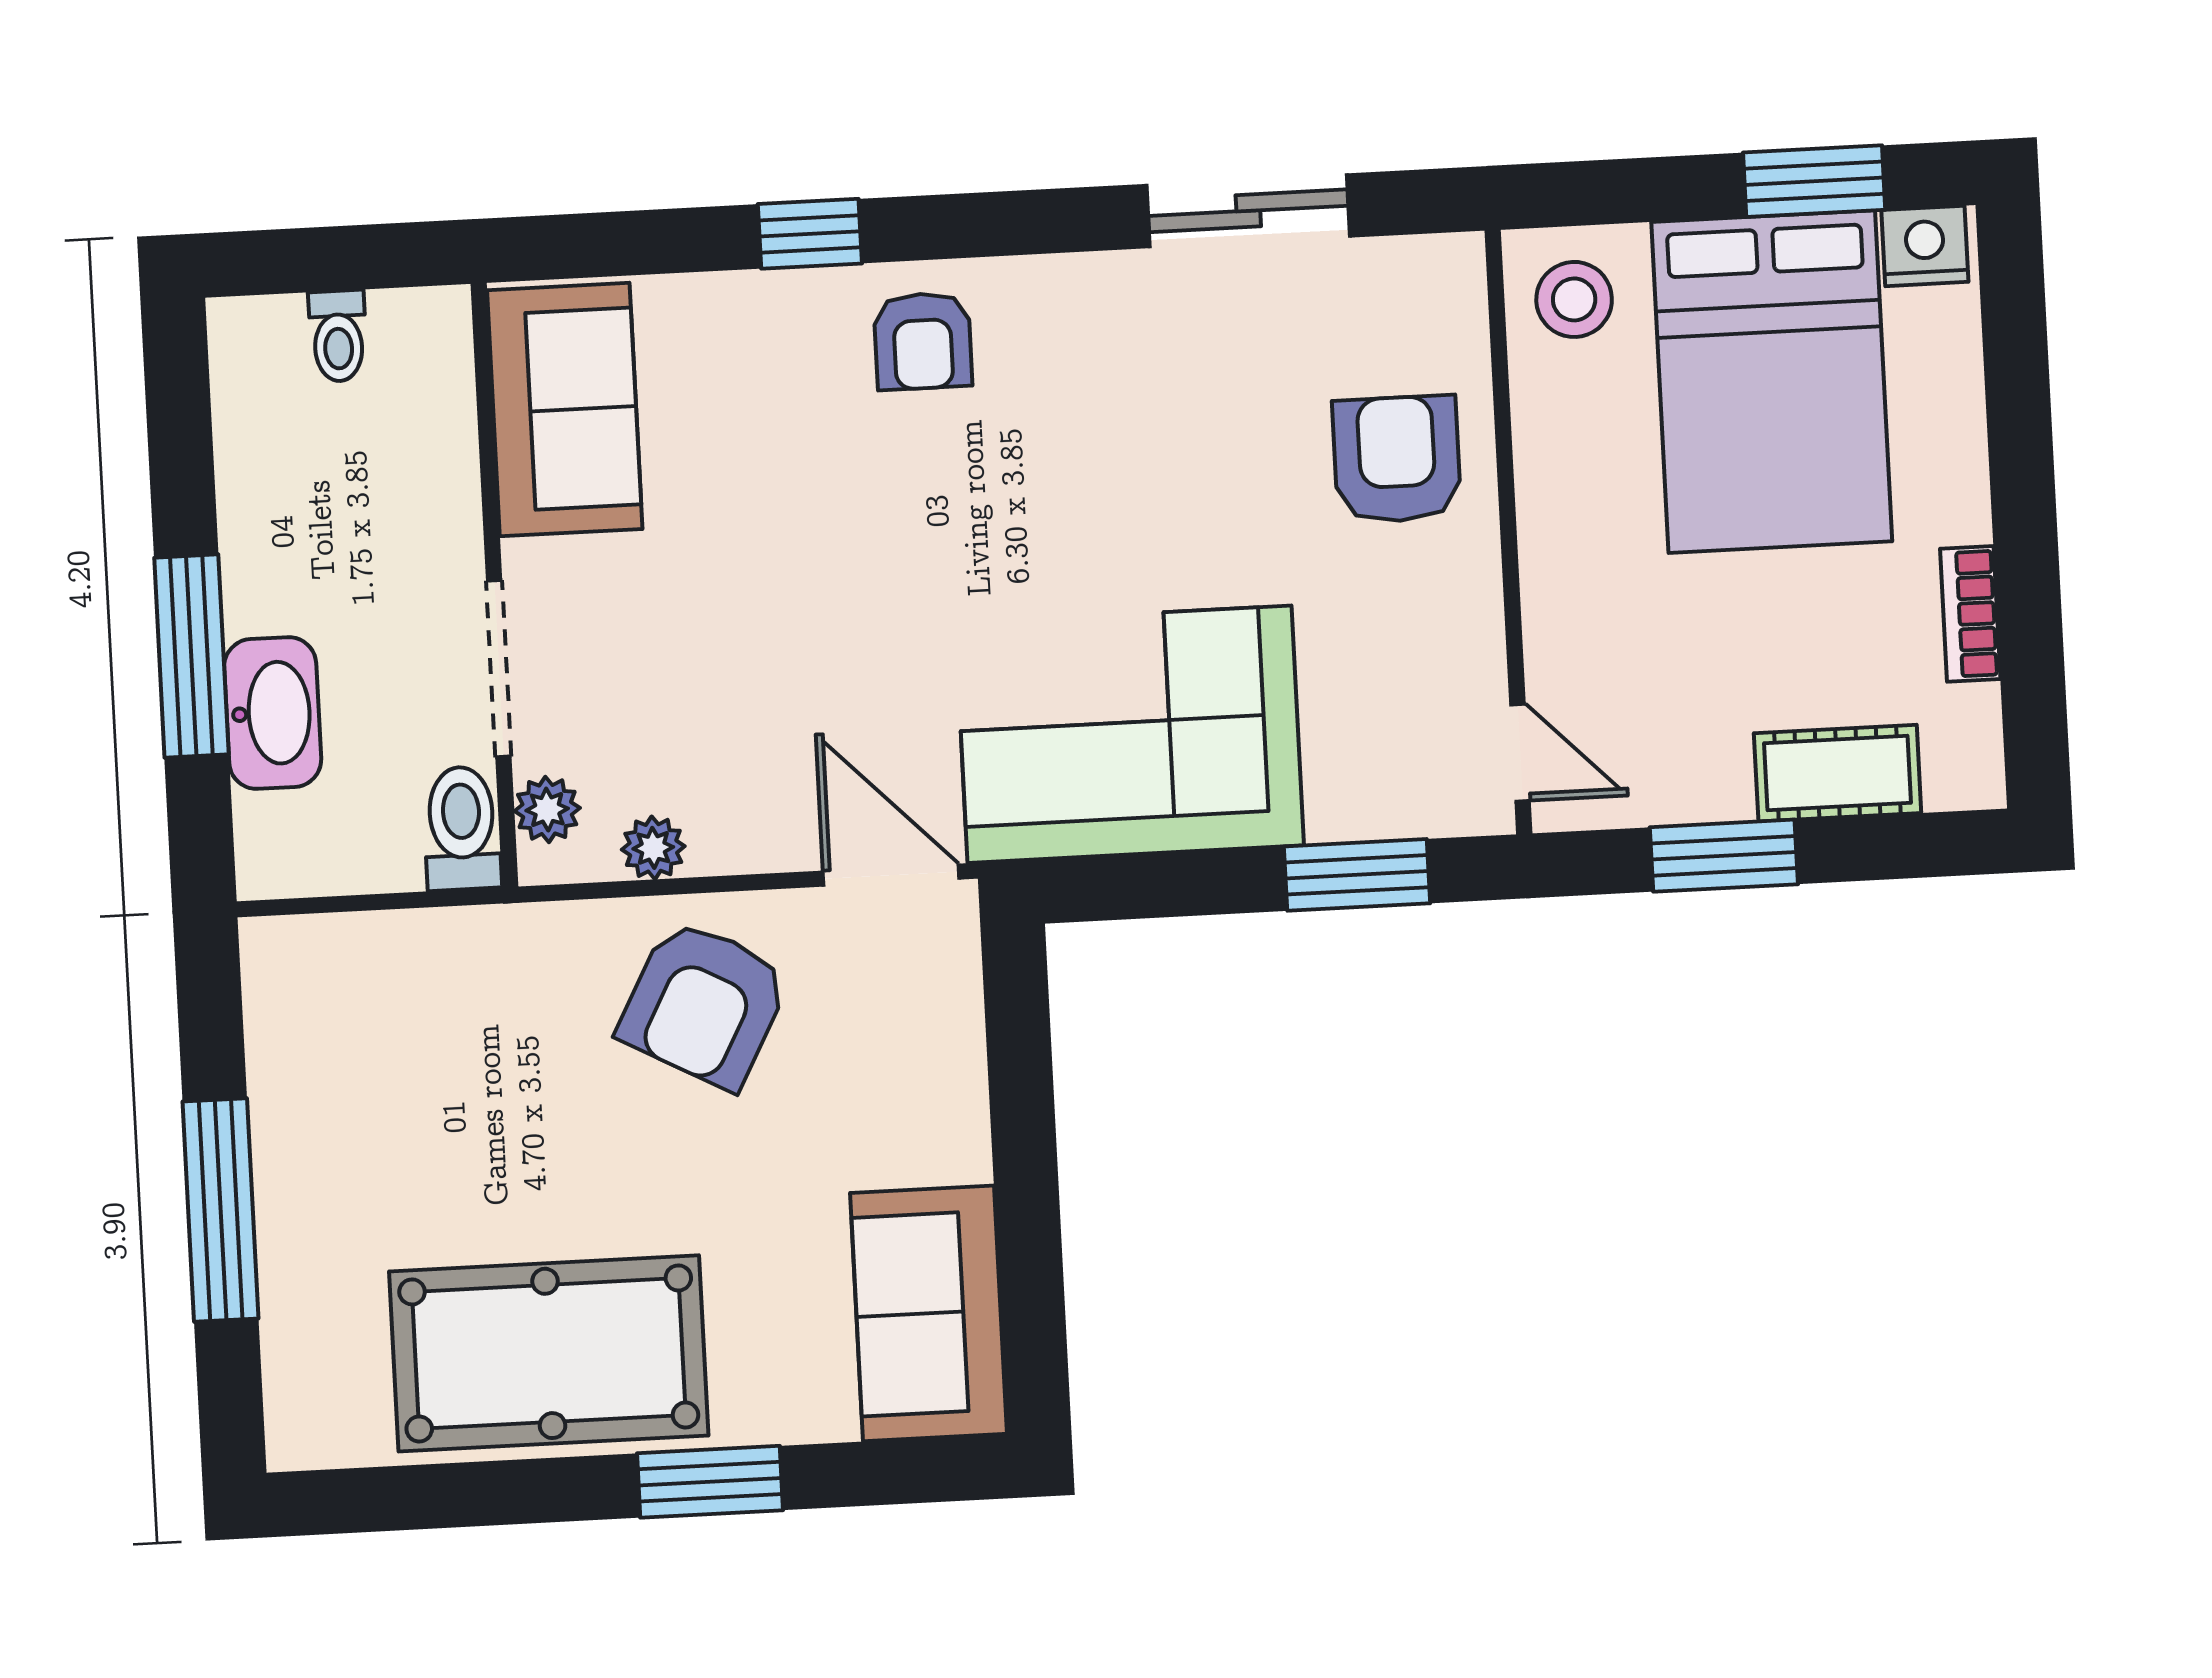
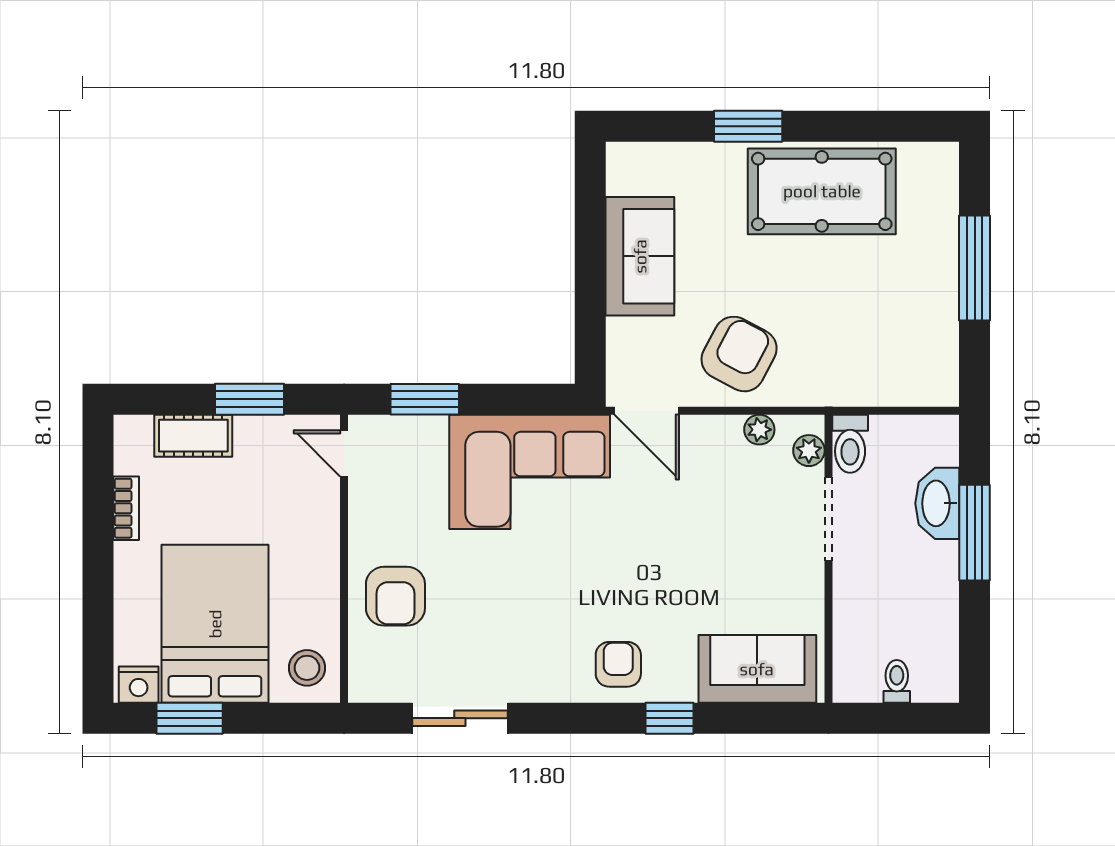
sofa: (565, 410) -> (757, 669), moved, turned 90
sofa: (929, 1313) -> (640, 256), moved

